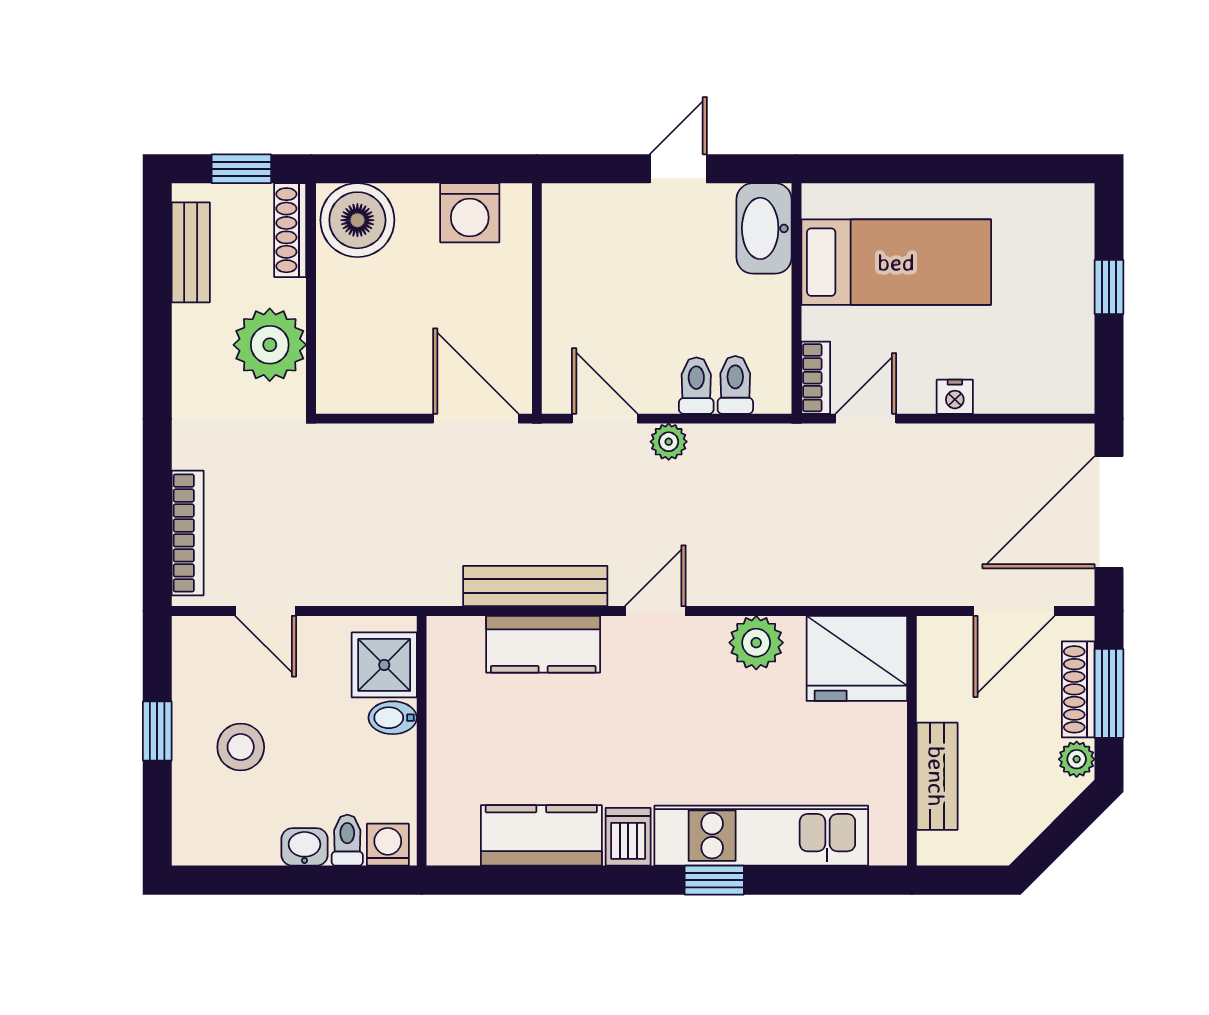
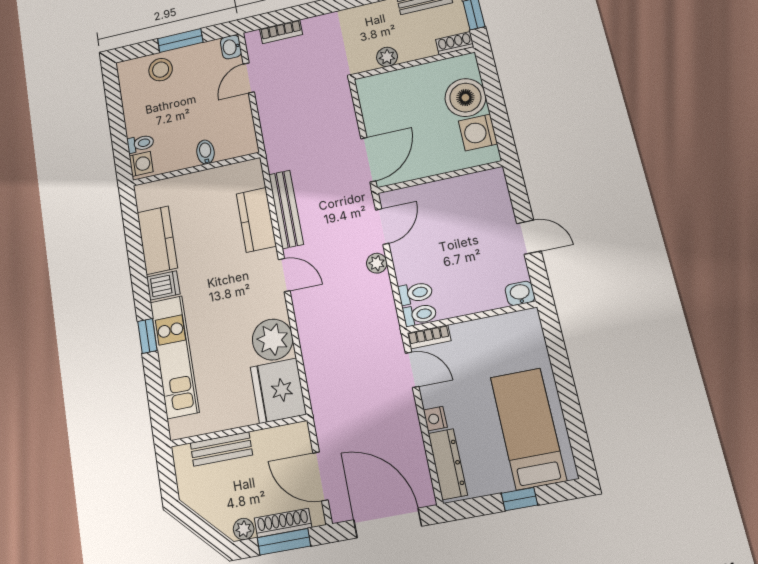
boiler: (357, 220) -> (465, 98), moved
washbasin: (764, 228) -> (520, 293), width x0.52, depth x0.69
shoe rack: (290, 230) -> (455, 43), width x0.70
bed: (896, 262) -> (528, 429), moved, turned 180
plant: (270, 345) -> (387, 57), width x0.53, depth x0.53
toilet: (696, 386) -> (420, 315), moved
dresser: (1033, 392) -> (448, 464), added
bookcase: (188, 533) -> (281, 32), width x0.64
plant: (756, 643) -> (273, 340), width x1.36, depth x1.36
shower: (384, 665) -> (232, 142), removed
window: (157, 731) -> (180, 41), width x1.50
stool: (241, 747) -> (161, 70), moved
washbasin: (305, 847) -> (231, 47), moved, turned 180

